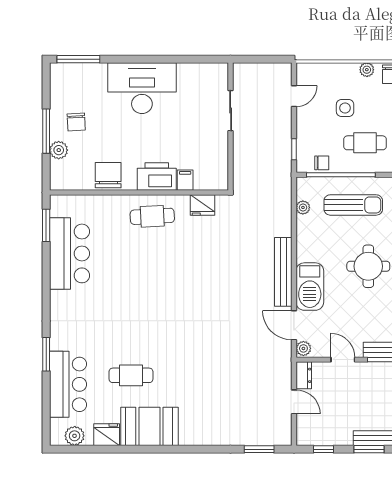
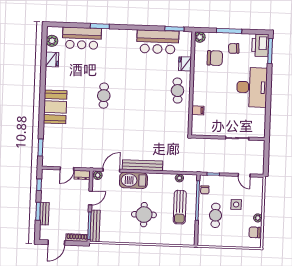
plant: (59, 150) -> (200, 37), moved
chair: (108, 175) -> (215, 58), moved
printer: (157, 176) -> (260, 45), moved, turned 180
fridge: (203, 205) -> (185, 64), moved
cafe table: (131, 375) -> (104, 96), moved
booth: (149, 426) -> (55, 107), moved

